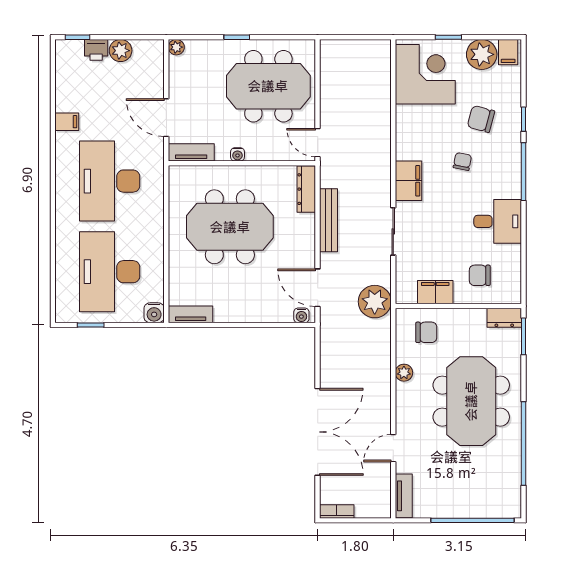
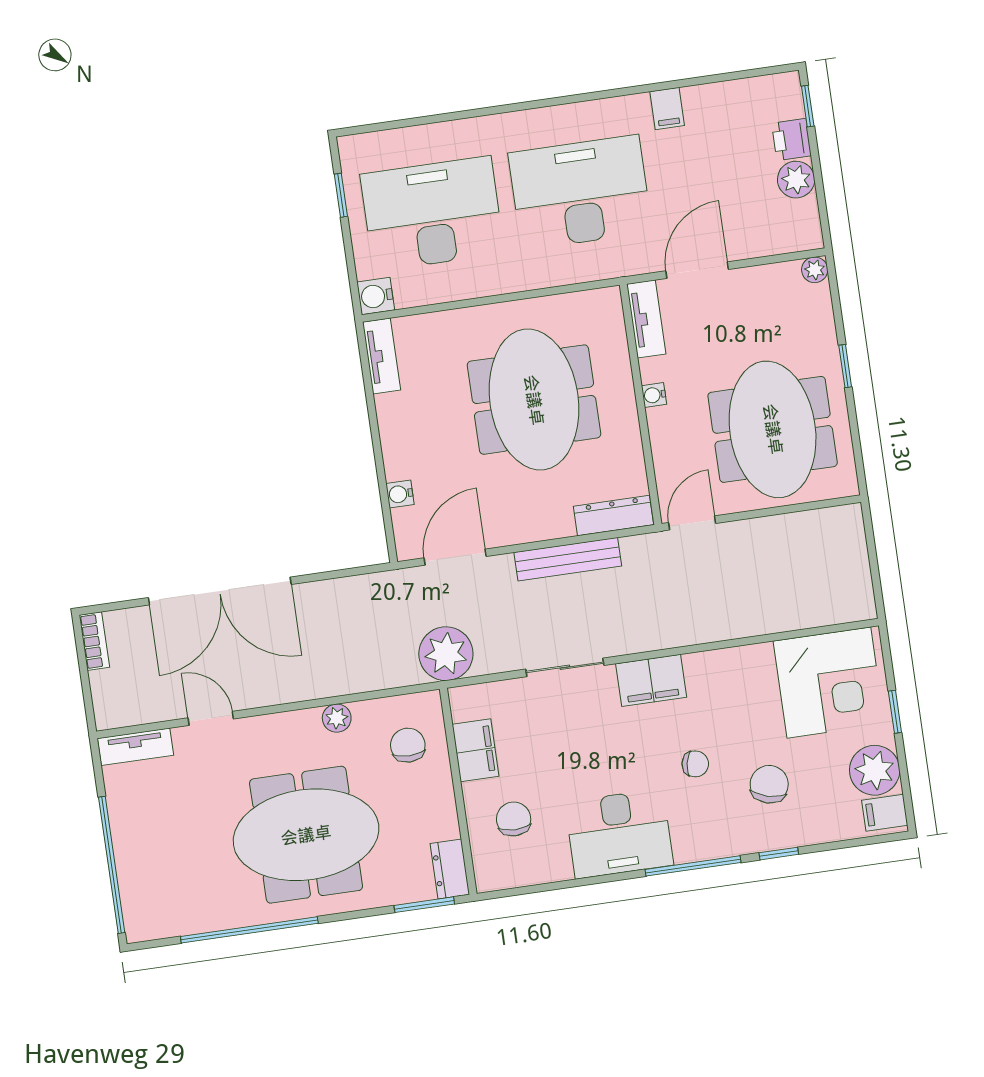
desk: (498, 221) -> (619, 834), width x1.37
water cooler: (301, 315) -> (400, 494), moved
chair: (426, 332) -> (408, 745), turned 180

